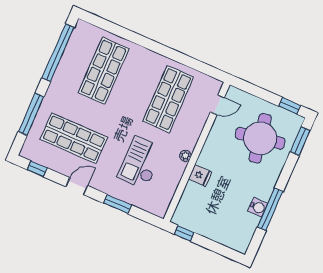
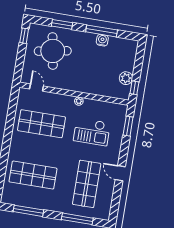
window: (58, 53) -> (28, 211), width x0.68
window: (300, 141) -> (62, 24), moved
window: (37, 169) -> (115, 204), removed
fridge: (200, 175) -> (90, 87), removed
window: (118, 204) -> (128, 126), moved
plant: (200, 226) -> (126, 78), added

